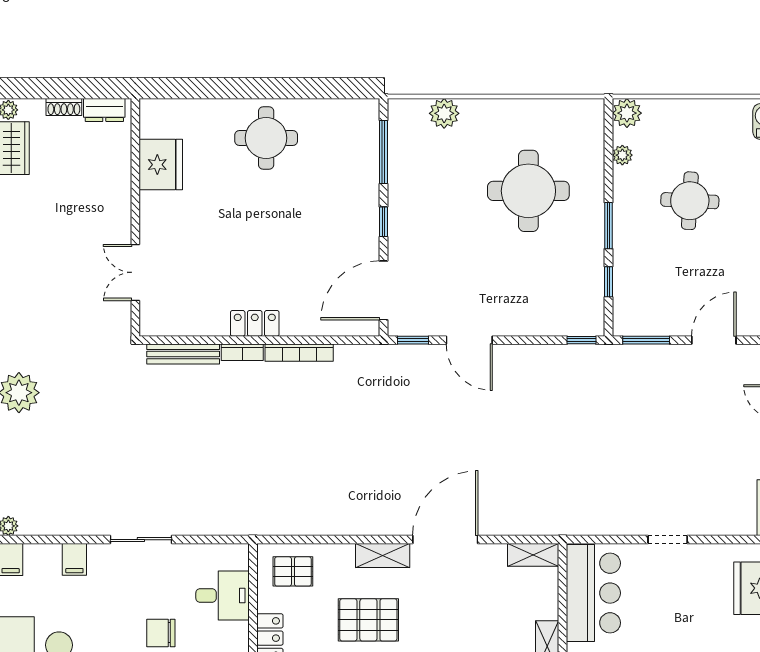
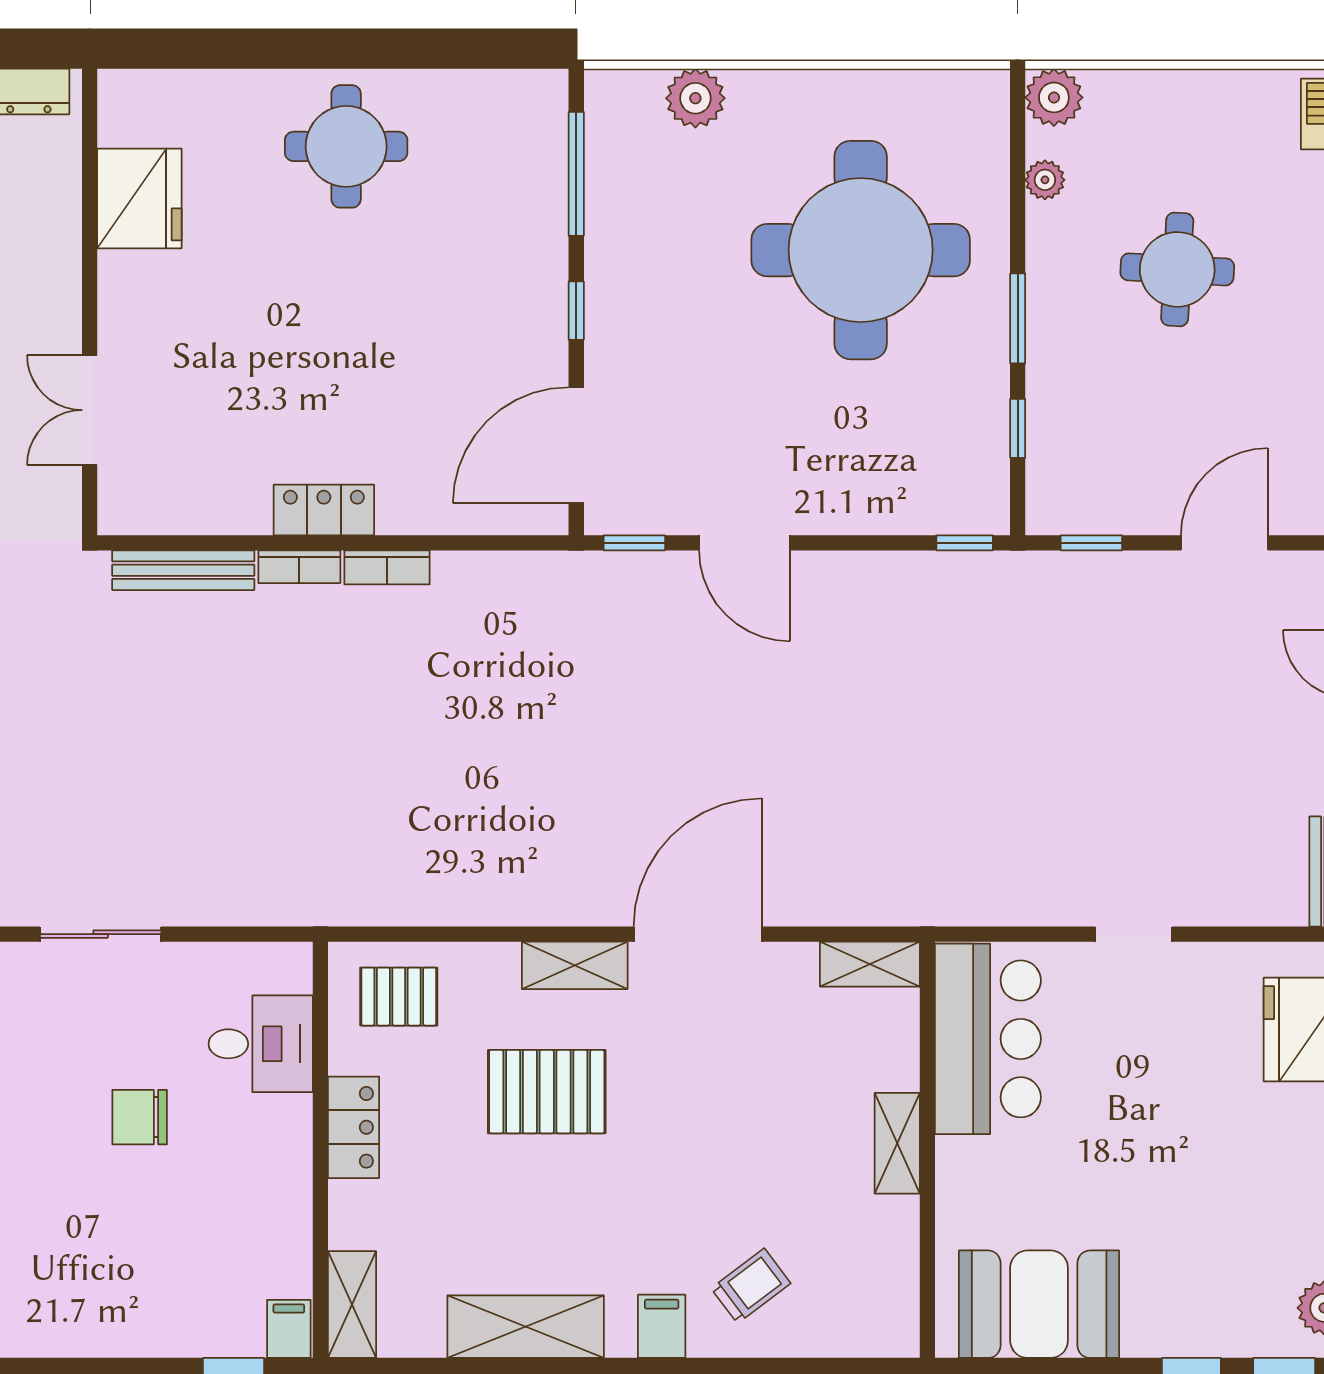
round table: (528, 191) -> (861, 250), width x1.36, depth x1.36
window: (646, 340) -> (1091, 543), width x0.67
bookcase: (299, 353) -> (387, 567), width x0.64

